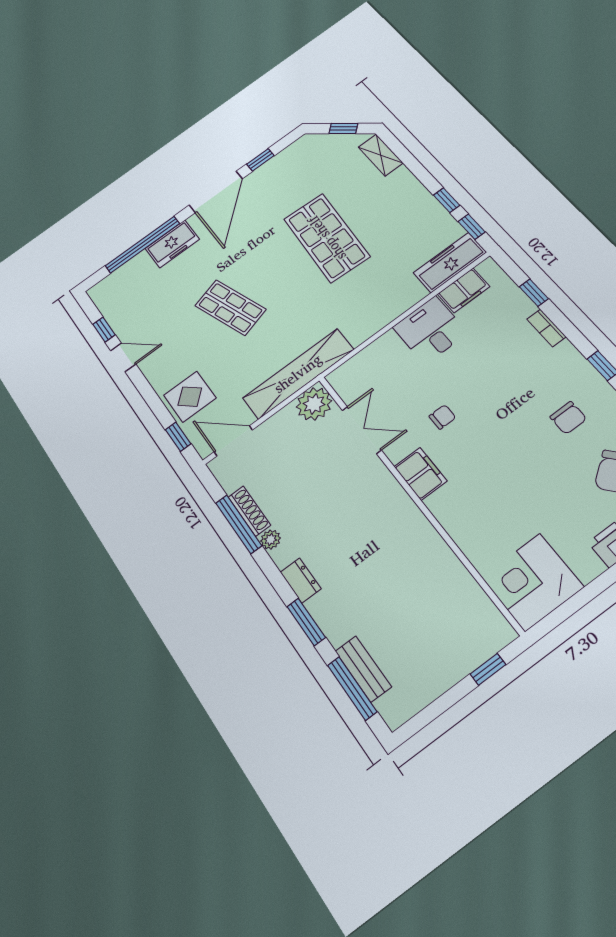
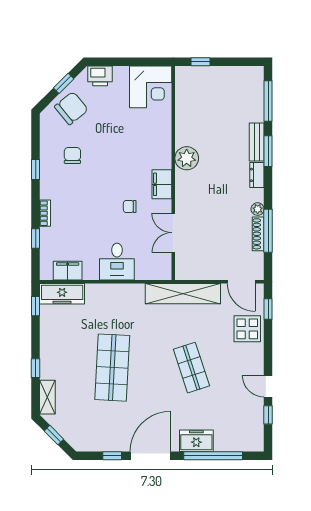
window: (447, 200) -> (36, 368), moved
desk: (430, 330) -> (117, 262), moved
plant: (314, 404) -> (187, 158), moved
bench: (363, 669) -> (257, 142), moved

